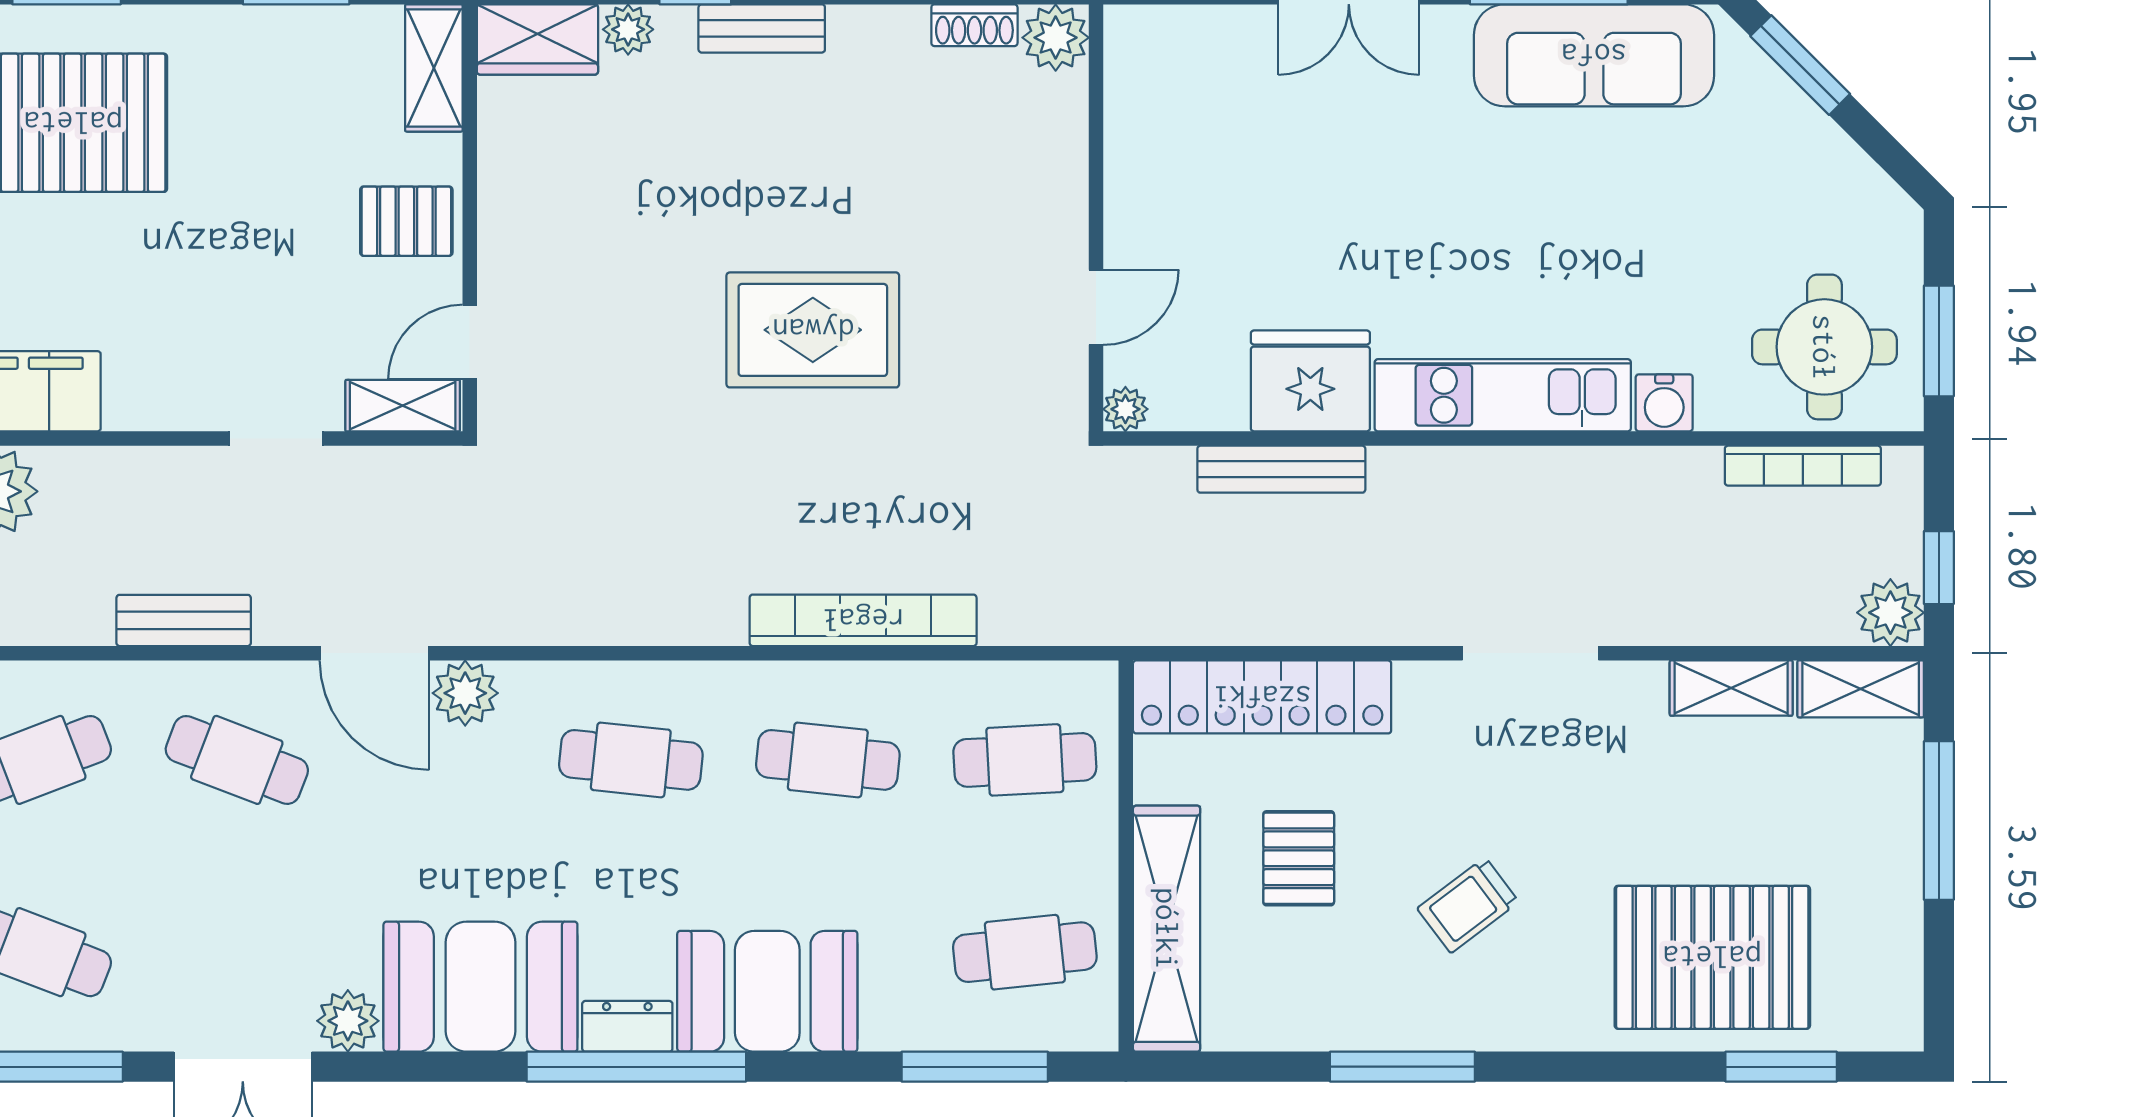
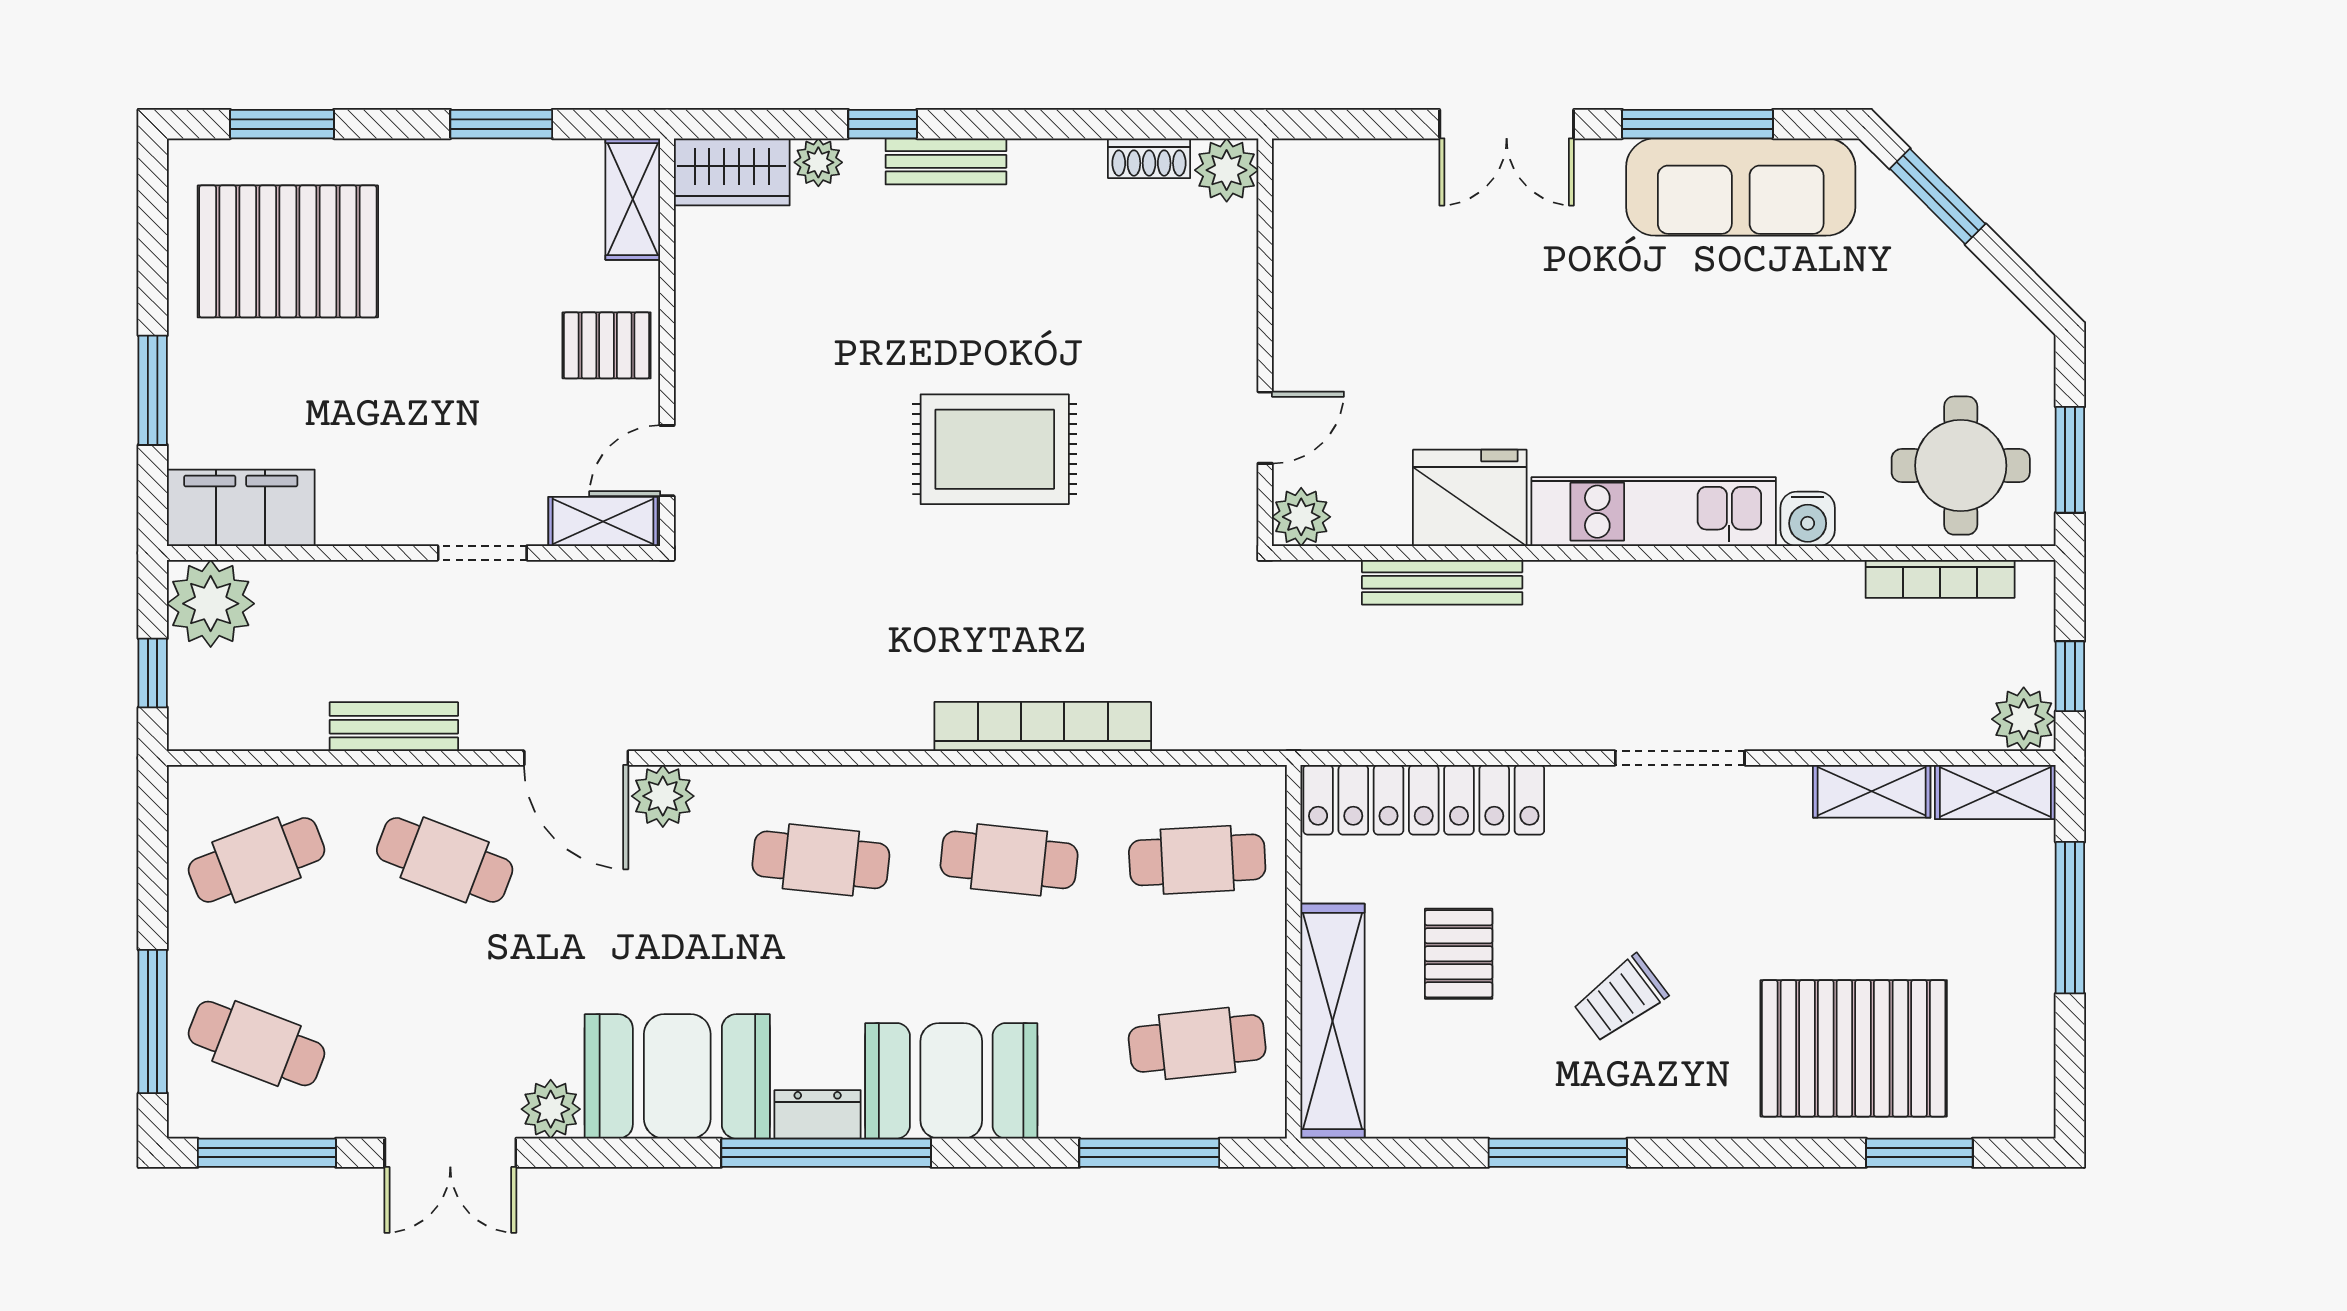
plant: (1125, 409) -> (1301, 517), width x1.38, depth x1.38

